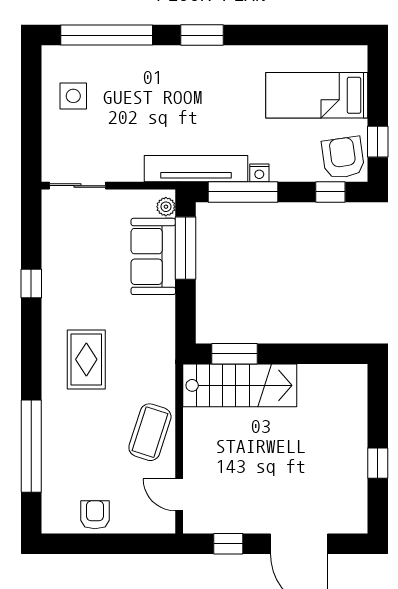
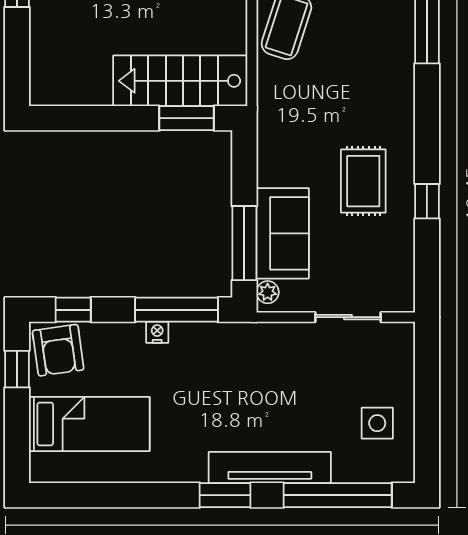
tv unit: (196, 169) -> (270, 468), moved, turned 180
sliding door: (78, 186) -> (348, 317), moved
rug: (86, 359) -> (363, 181), moved

